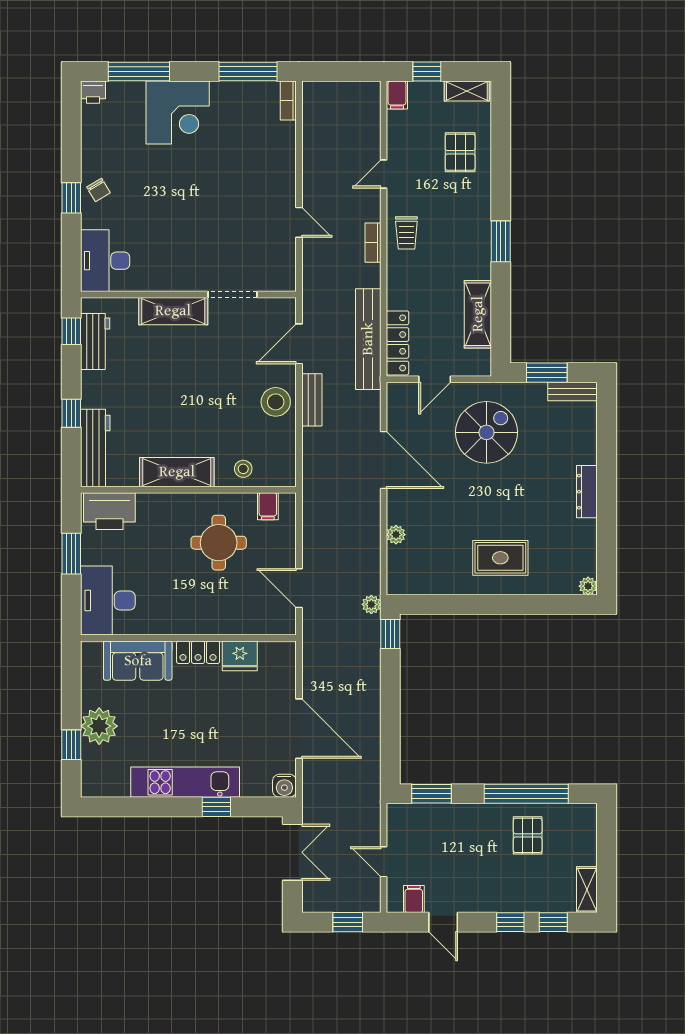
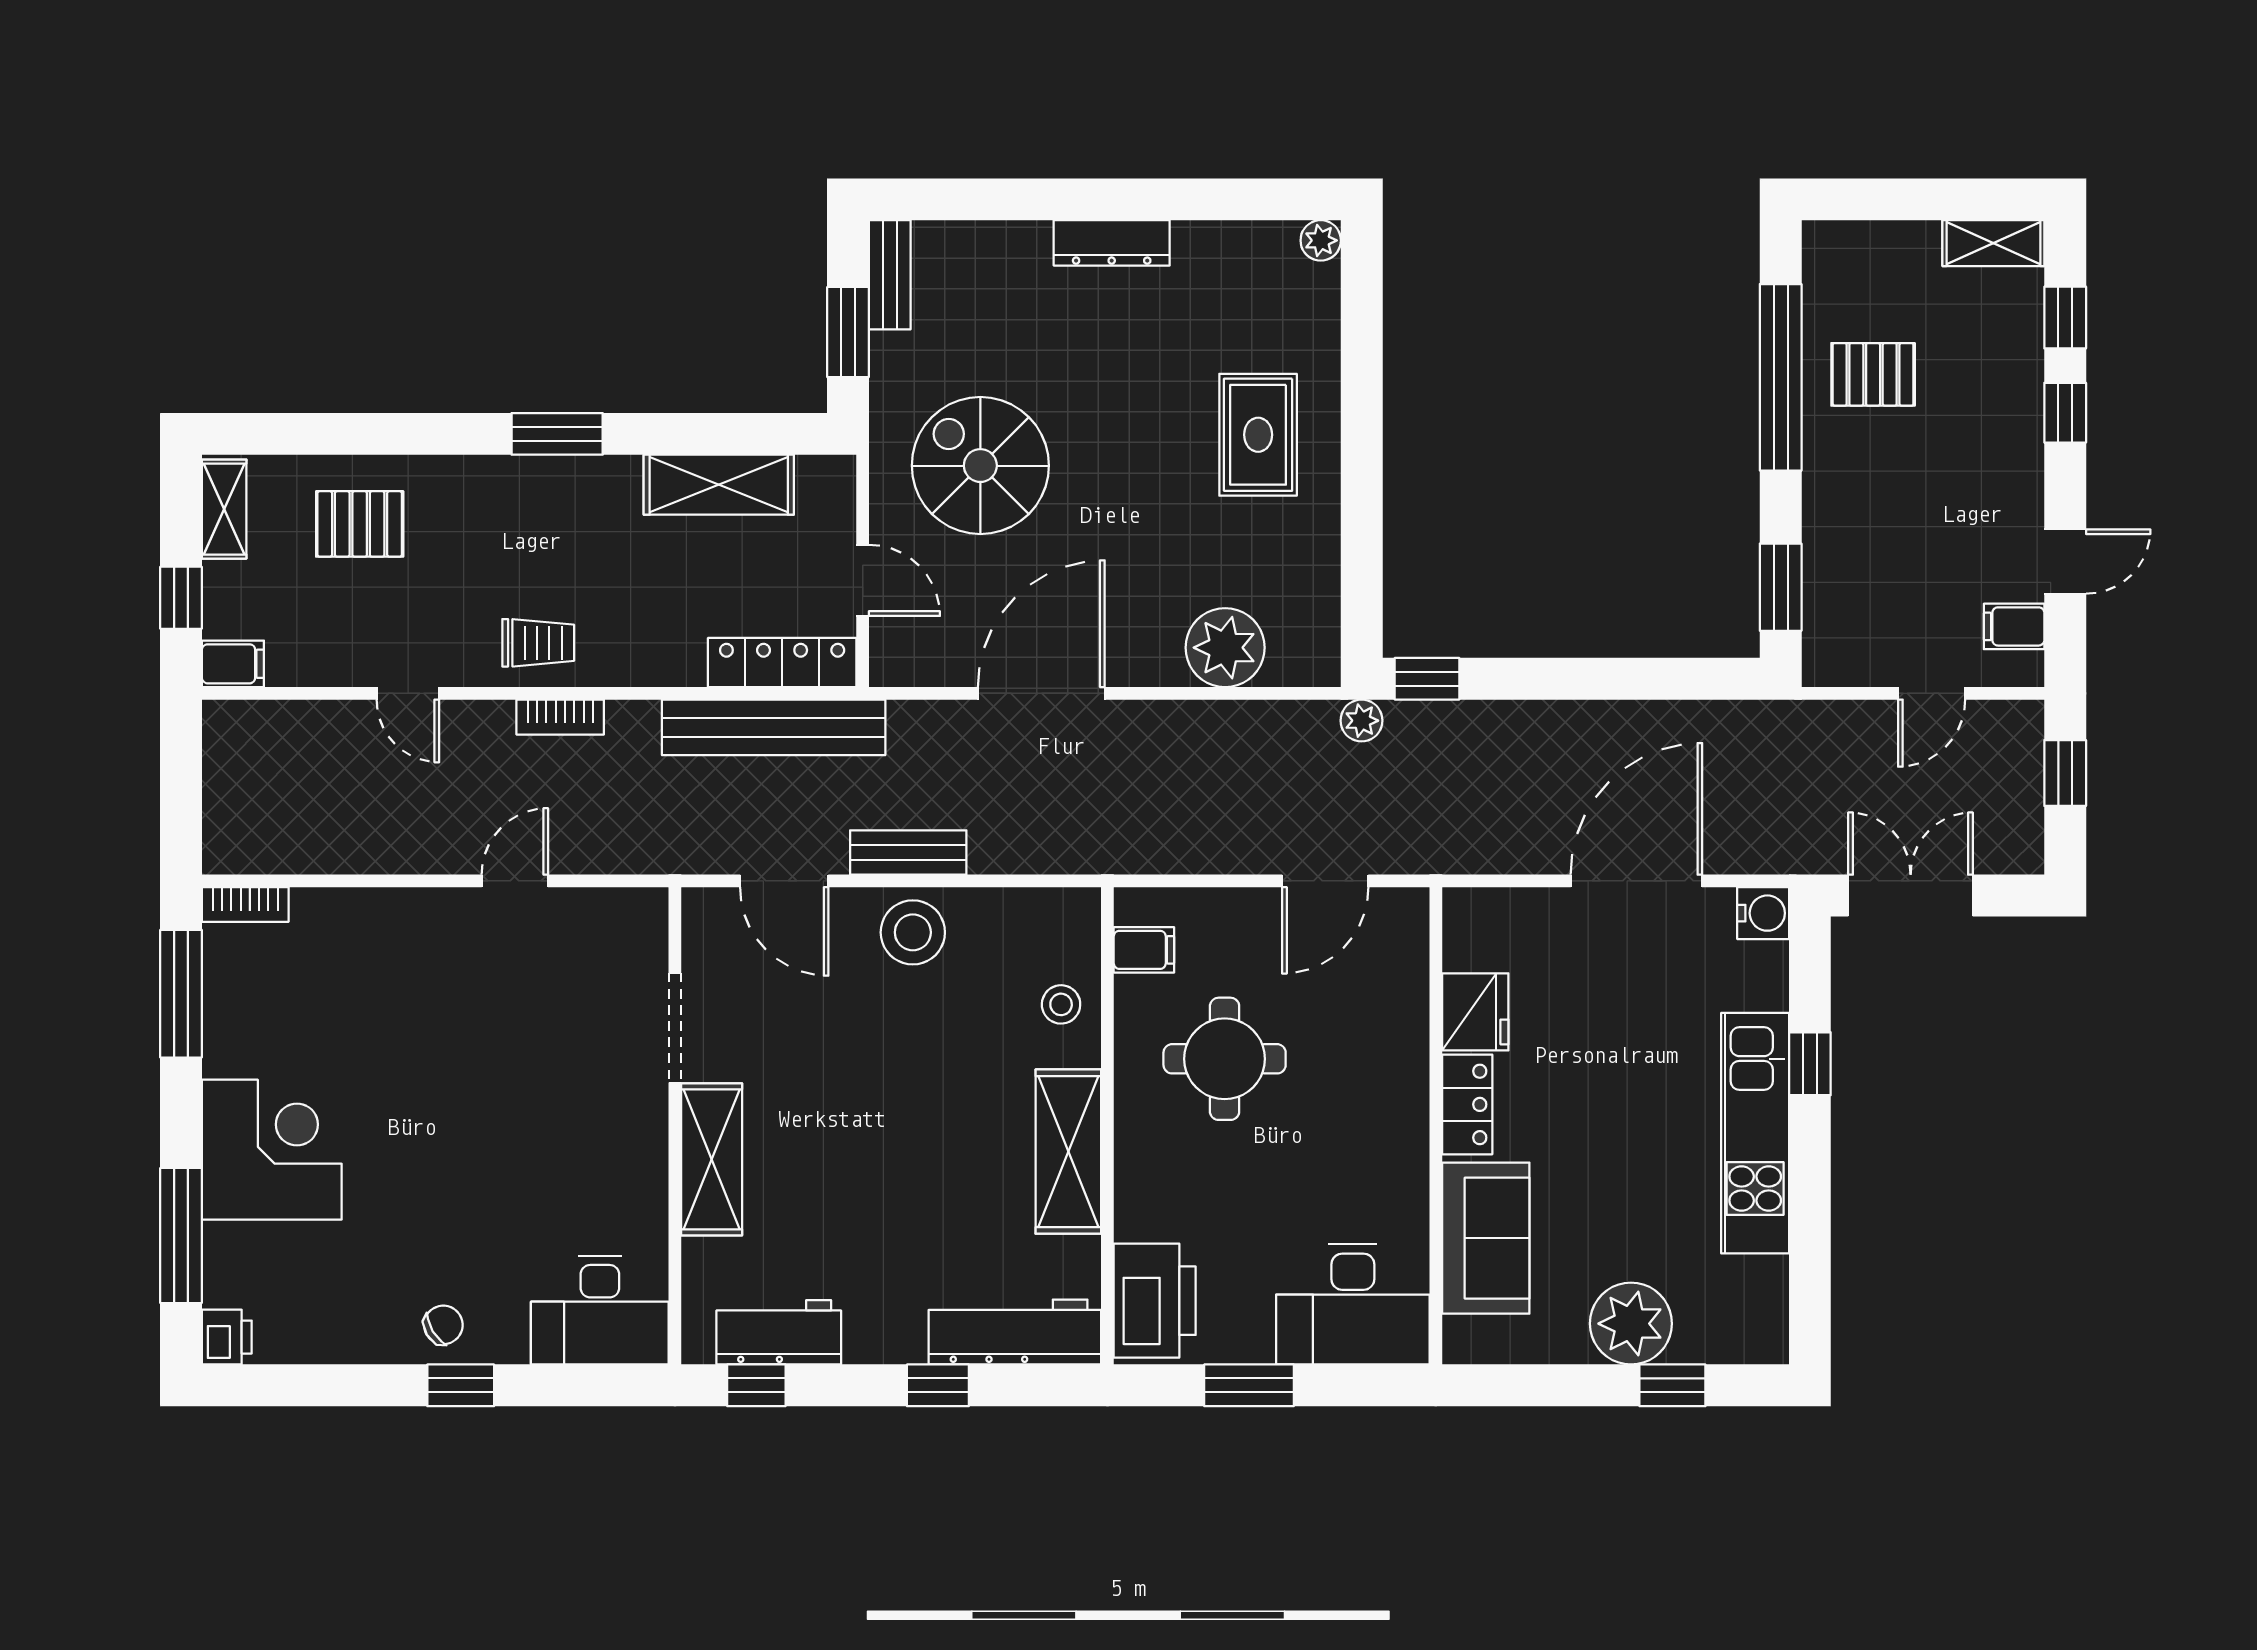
plant: (396, 535) -> (1225, 648), width x1.88, depth x1.88

